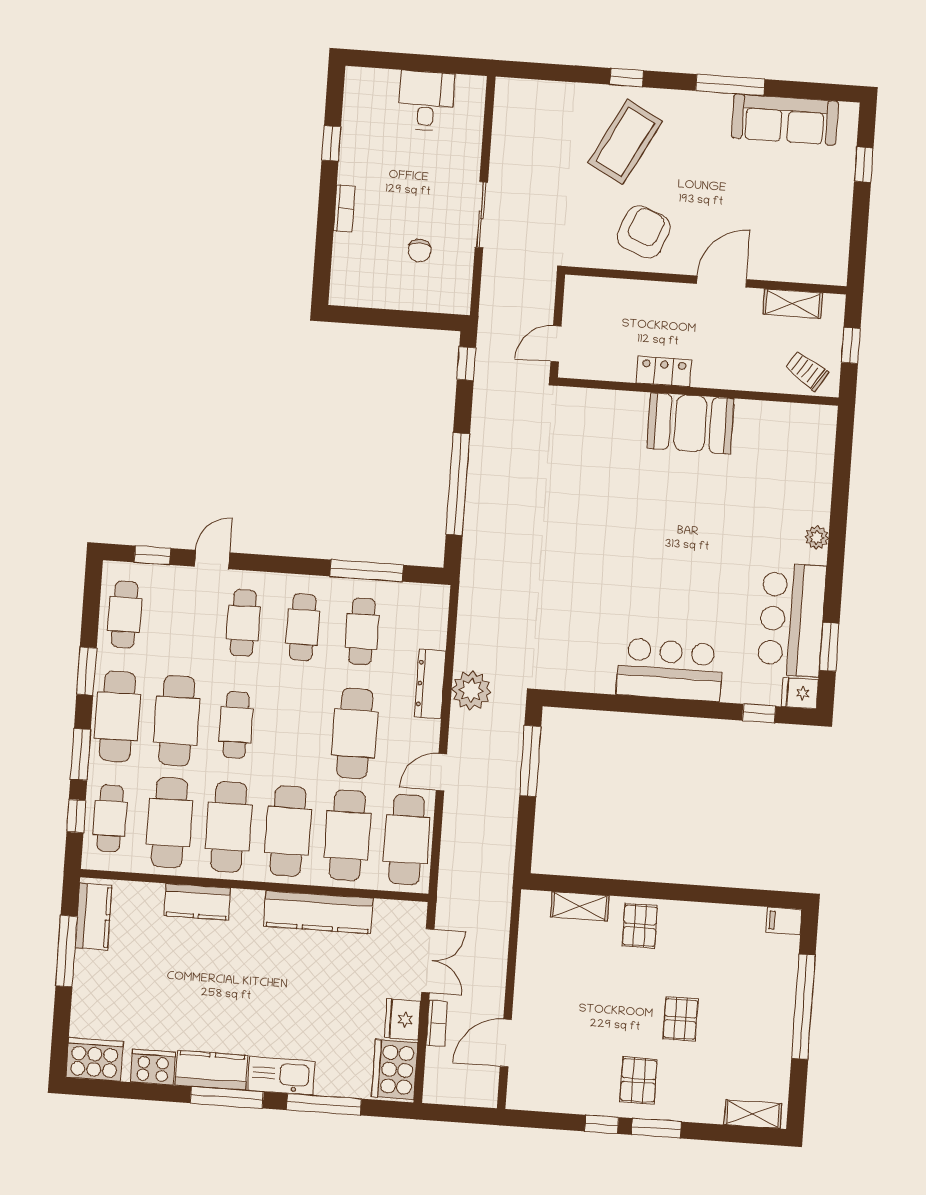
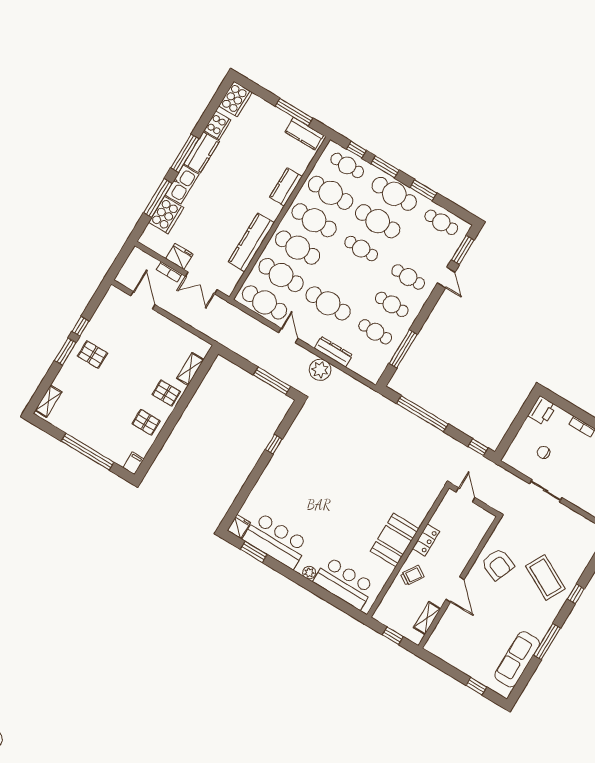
printer: (352, 288) -> (542, 411), added
trolley: (807, 371) -> (412, 575), moved
window: (152, 555) -> (463, 250), width x1.50
bar counter: (670, 670) -> (344, 583), moved, turned -90
window: (759, 713) -> (274, 444), moved
pallet: (680, 1019) -> (146, 422), moved
cooker: (395, 1070) -> (166, 215), moved, turned 90

